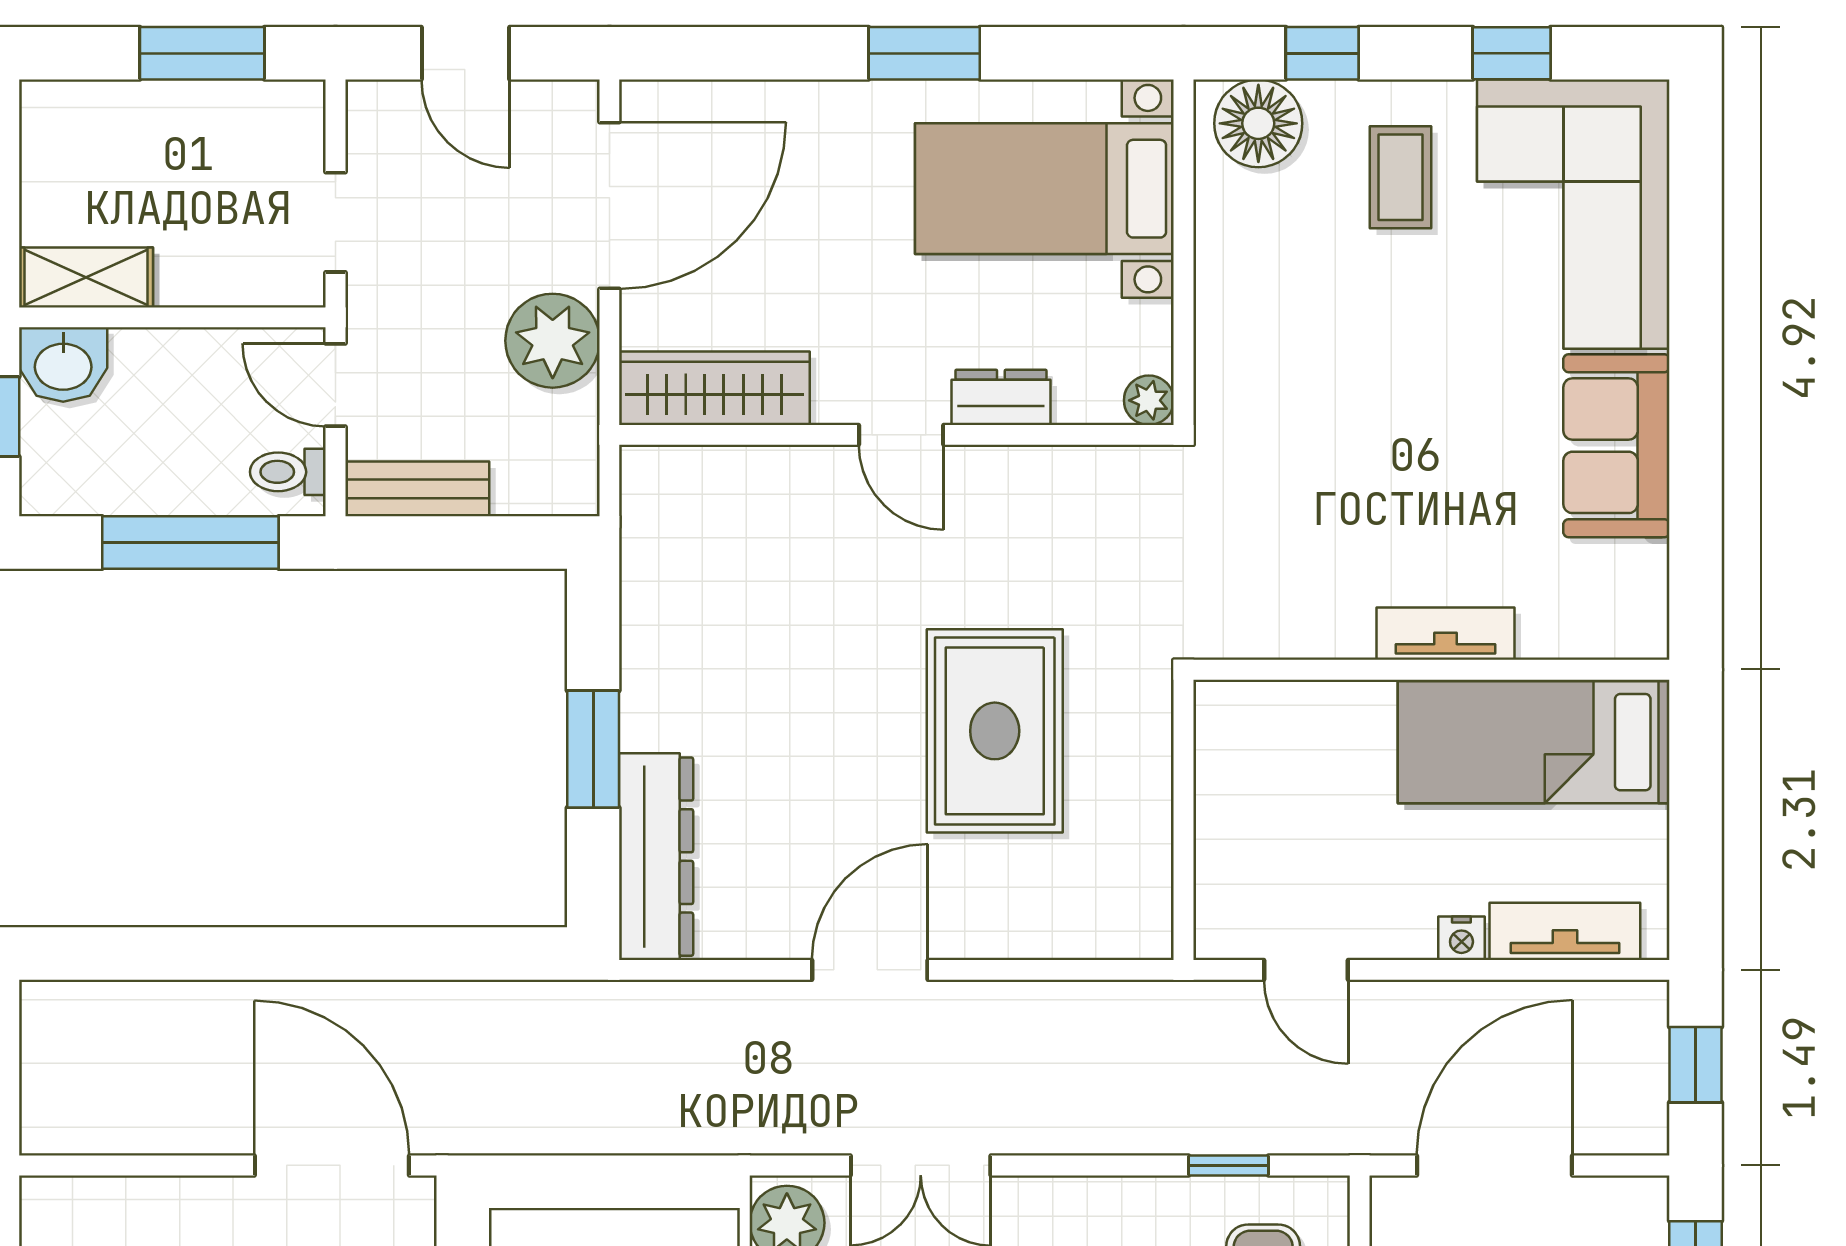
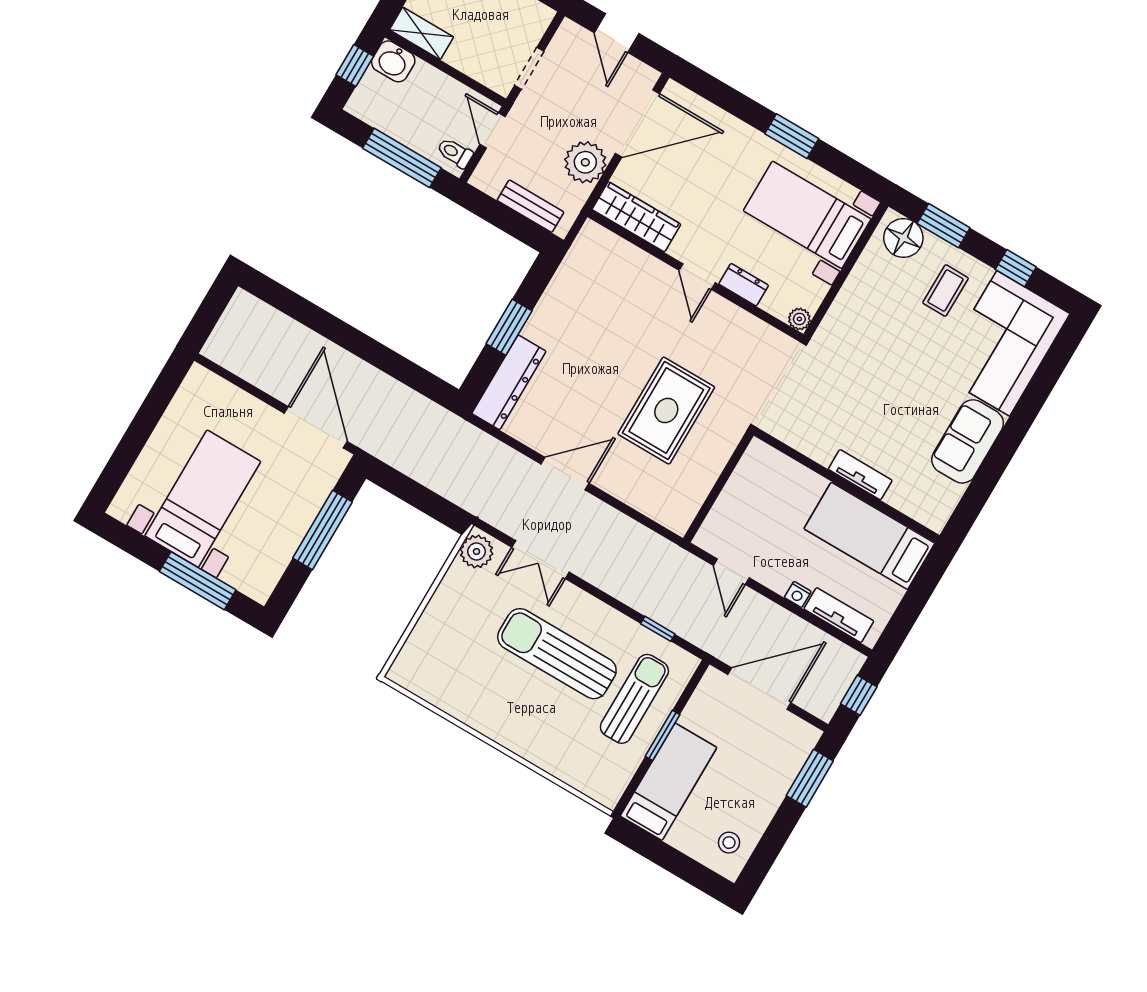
window: (1322, 53) -> (944, 226), width x1.50
bench: (417, 489) -> (530, 206), moved

